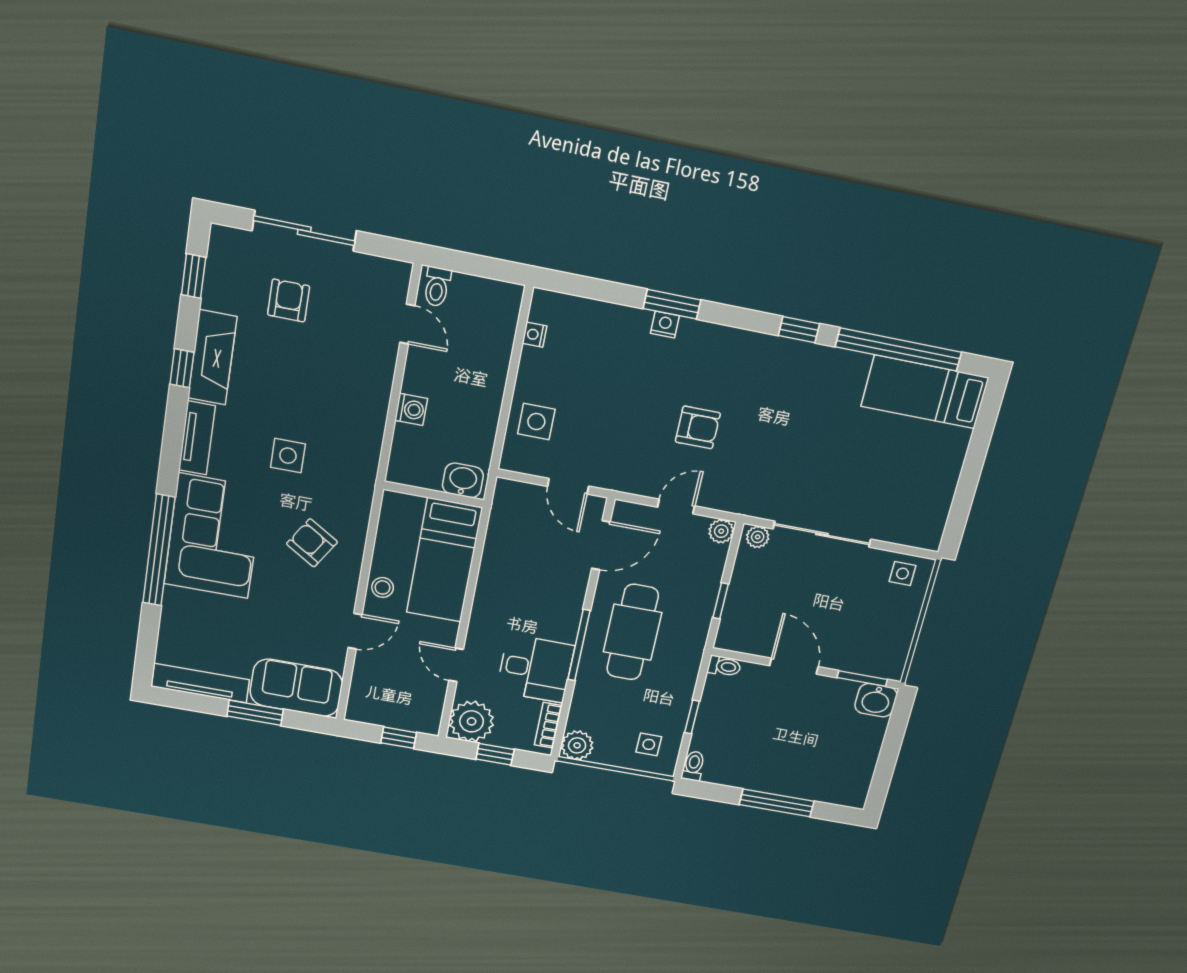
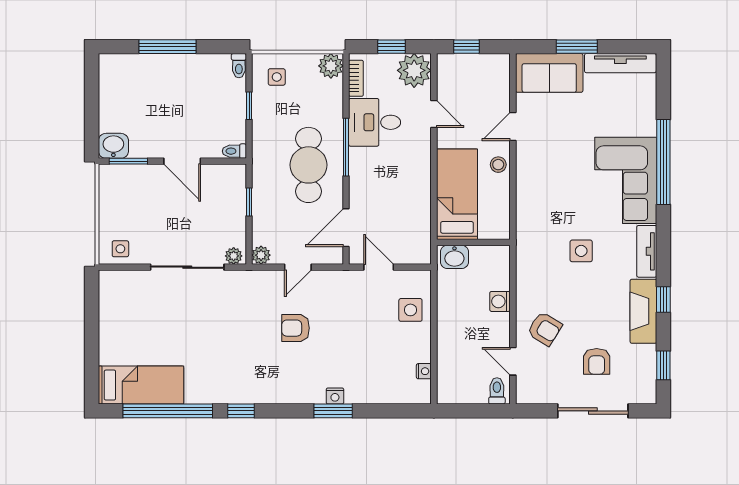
armchair: (312, 543) -> (545, 329), moved

